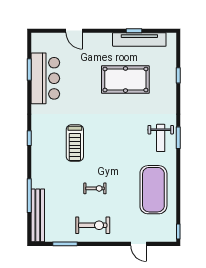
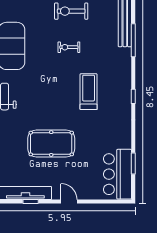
door: (74, 31) -> (69, 202), moved
bar counter: (45, 78) -> (117, 174), moved
pool table: (125, 80) -> (51, 144), moved

